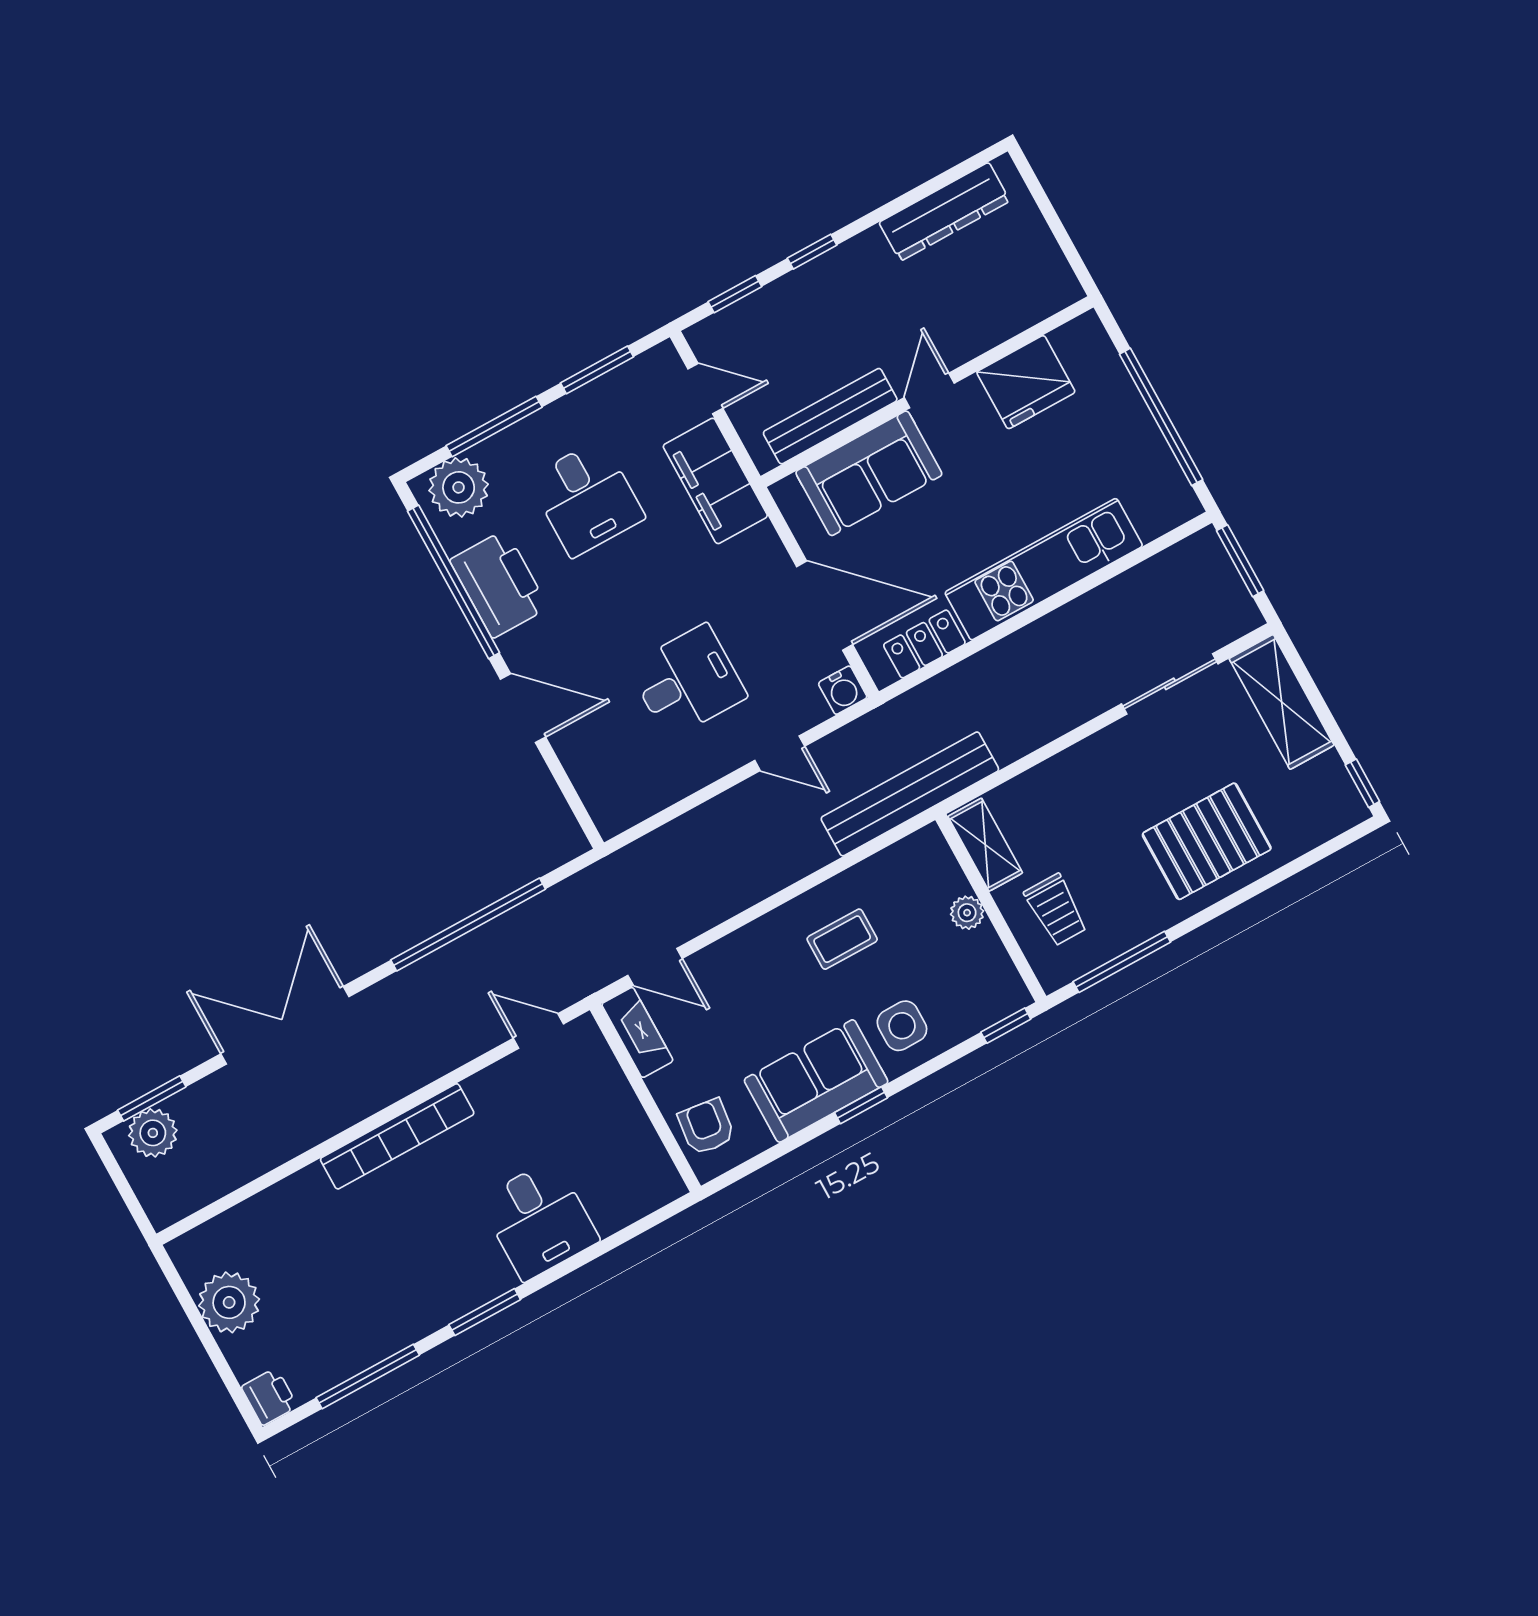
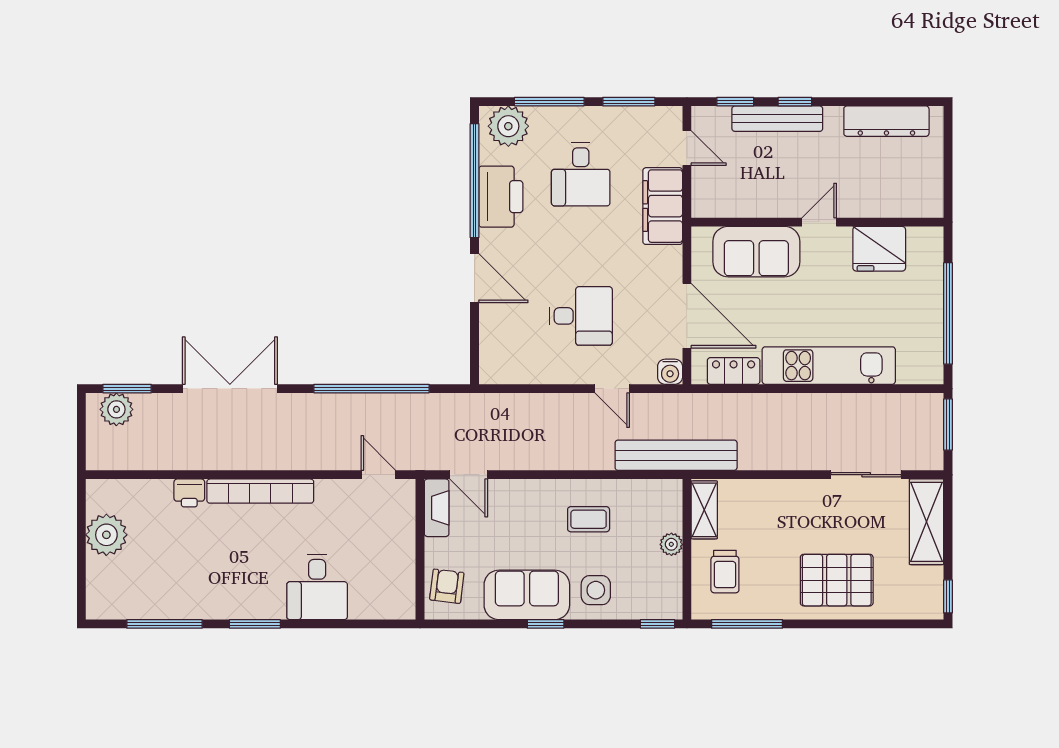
bench: (830, 416) -> (777, 119), moved
printer: (269, 1397) -> (189, 493), moved, turned 90

